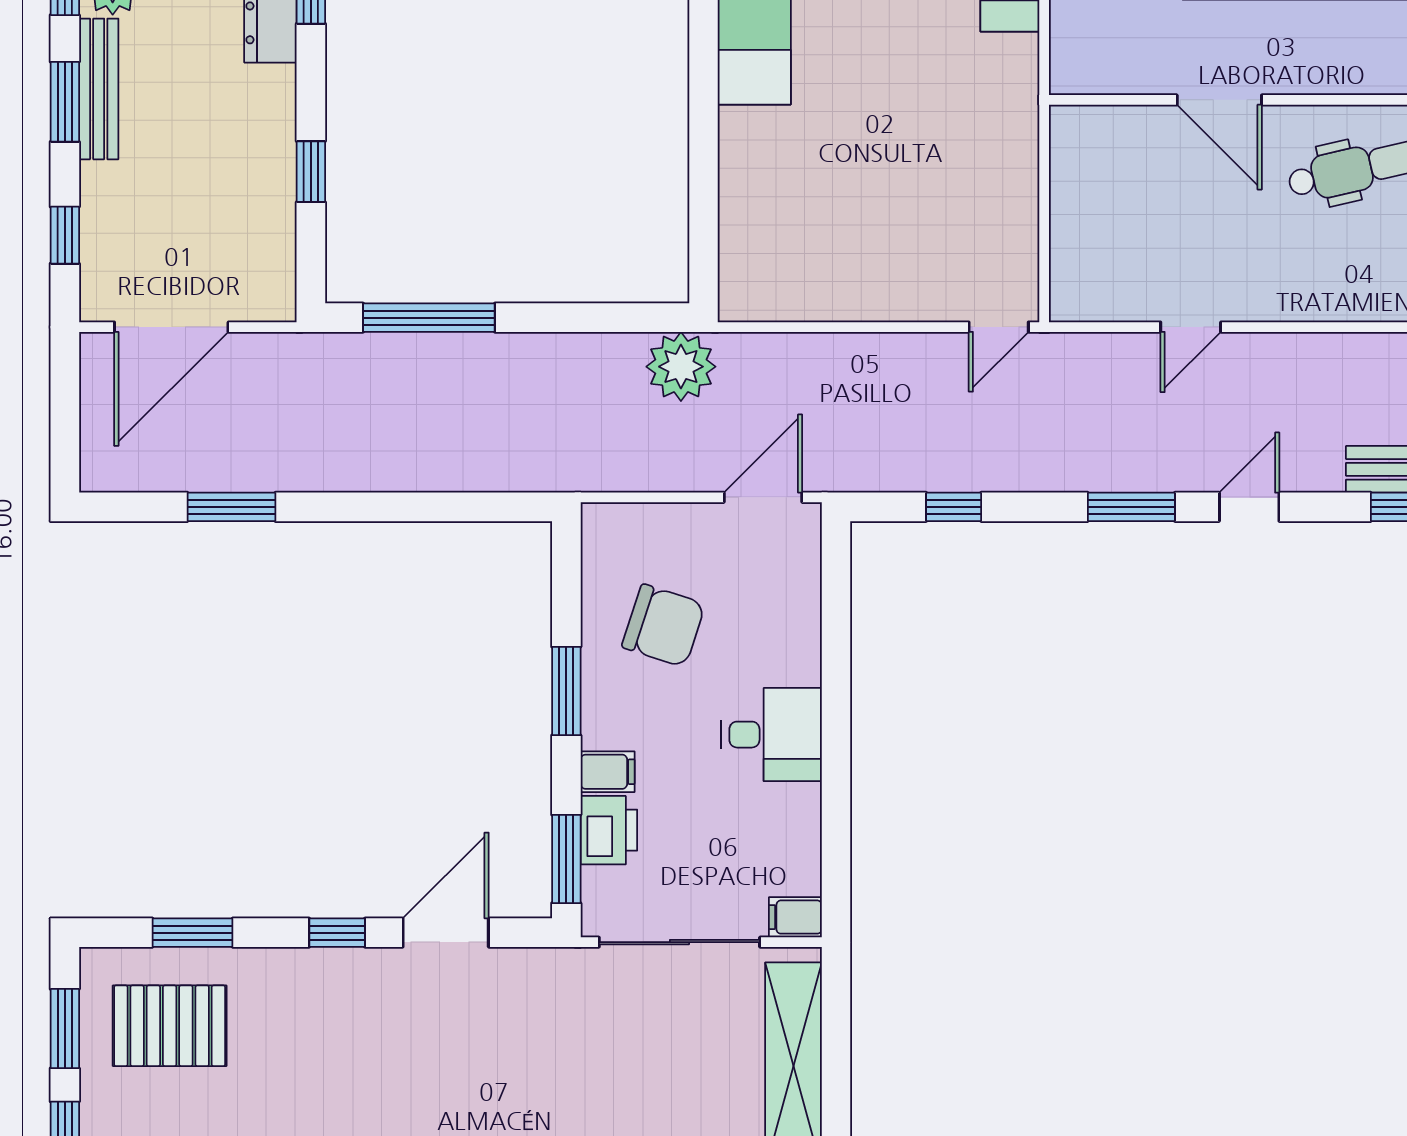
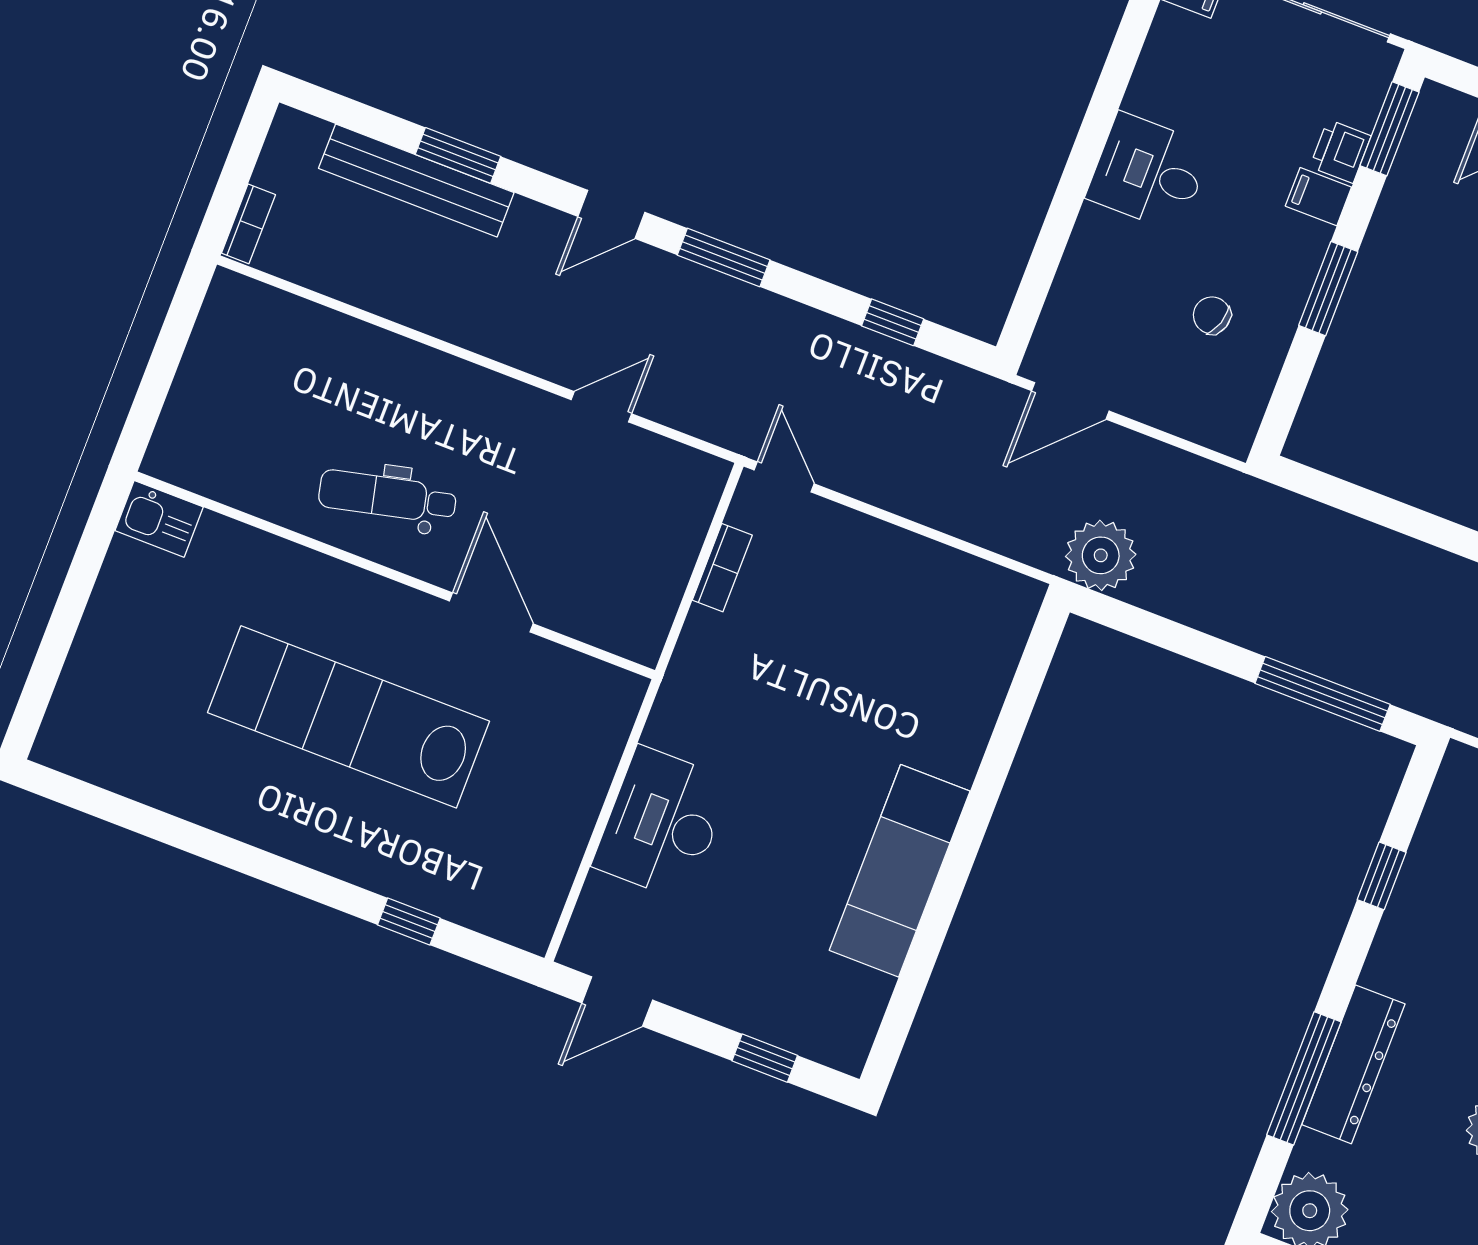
bookcase: (1023, 222) -> (722, 568), added
door: (999, 327) -> (784, 477), hinge flipped
chair: (663, 626) -> (1212, 315), width x0.54, depth x0.54
printer: (609, 830) -> (1340, 151), width x0.73, depth x0.81

